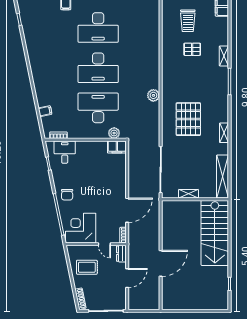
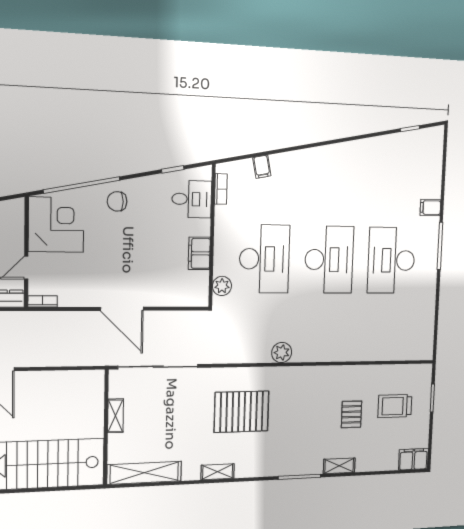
desk: (98, 68) -> (329, 260), turned 180
filing cabinet: (117, 147) -> (199, 253), moved
door: (127, 210) -> (122, 309), moved

